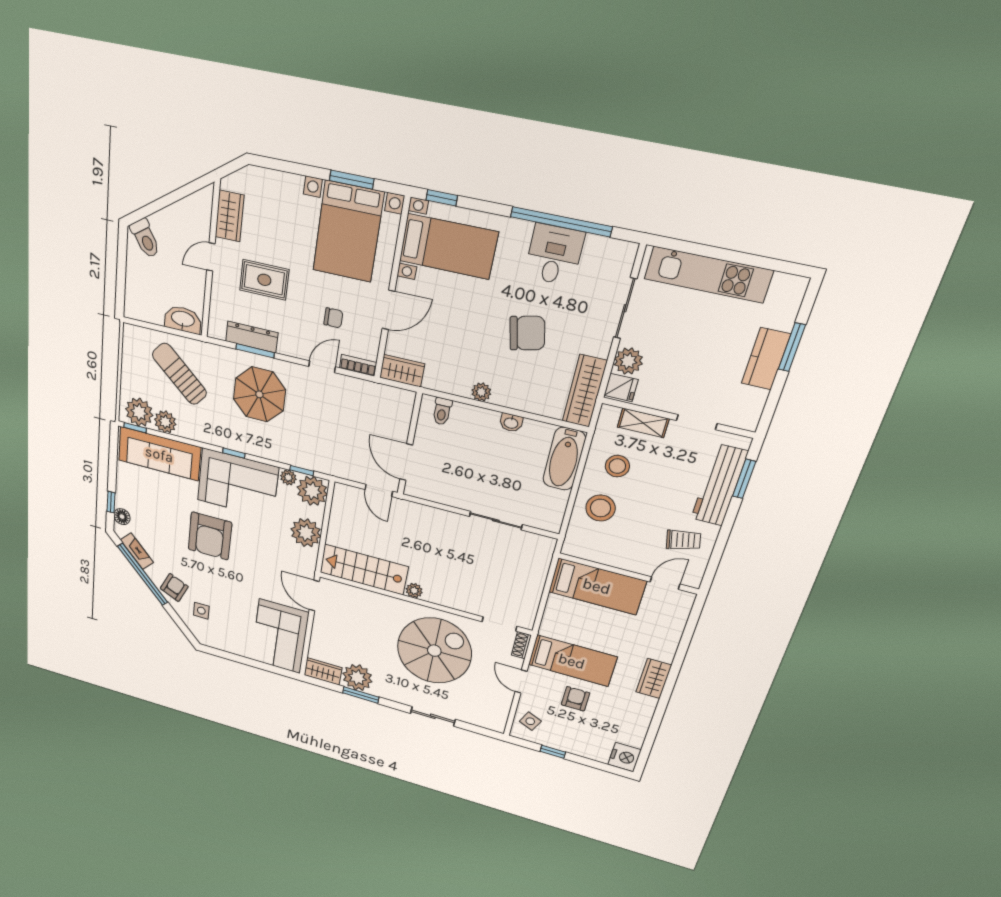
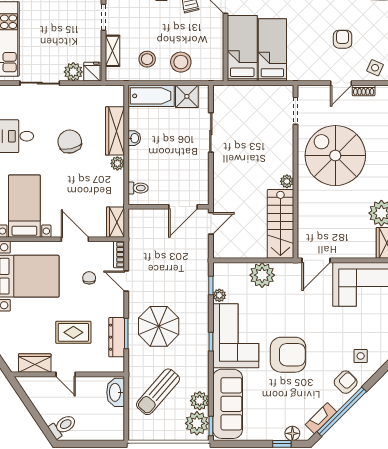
rug: (264, 280) -> (73, 332), turned 90
wardrobe: (585, 391) -> (115, 131), moved, turned 90
plant: (312, 491) -> (225, 275), removed
shower: (551, 504) -> (187, 96), added
armchair: (174, 588) -> (346, 382), turned 111
shoe rack: (521, 645) -> (364, 90), moved
bed: (572, 661) -> (272, 50), moved
armchair: (575, 699) -> (343, 39), turned 90

